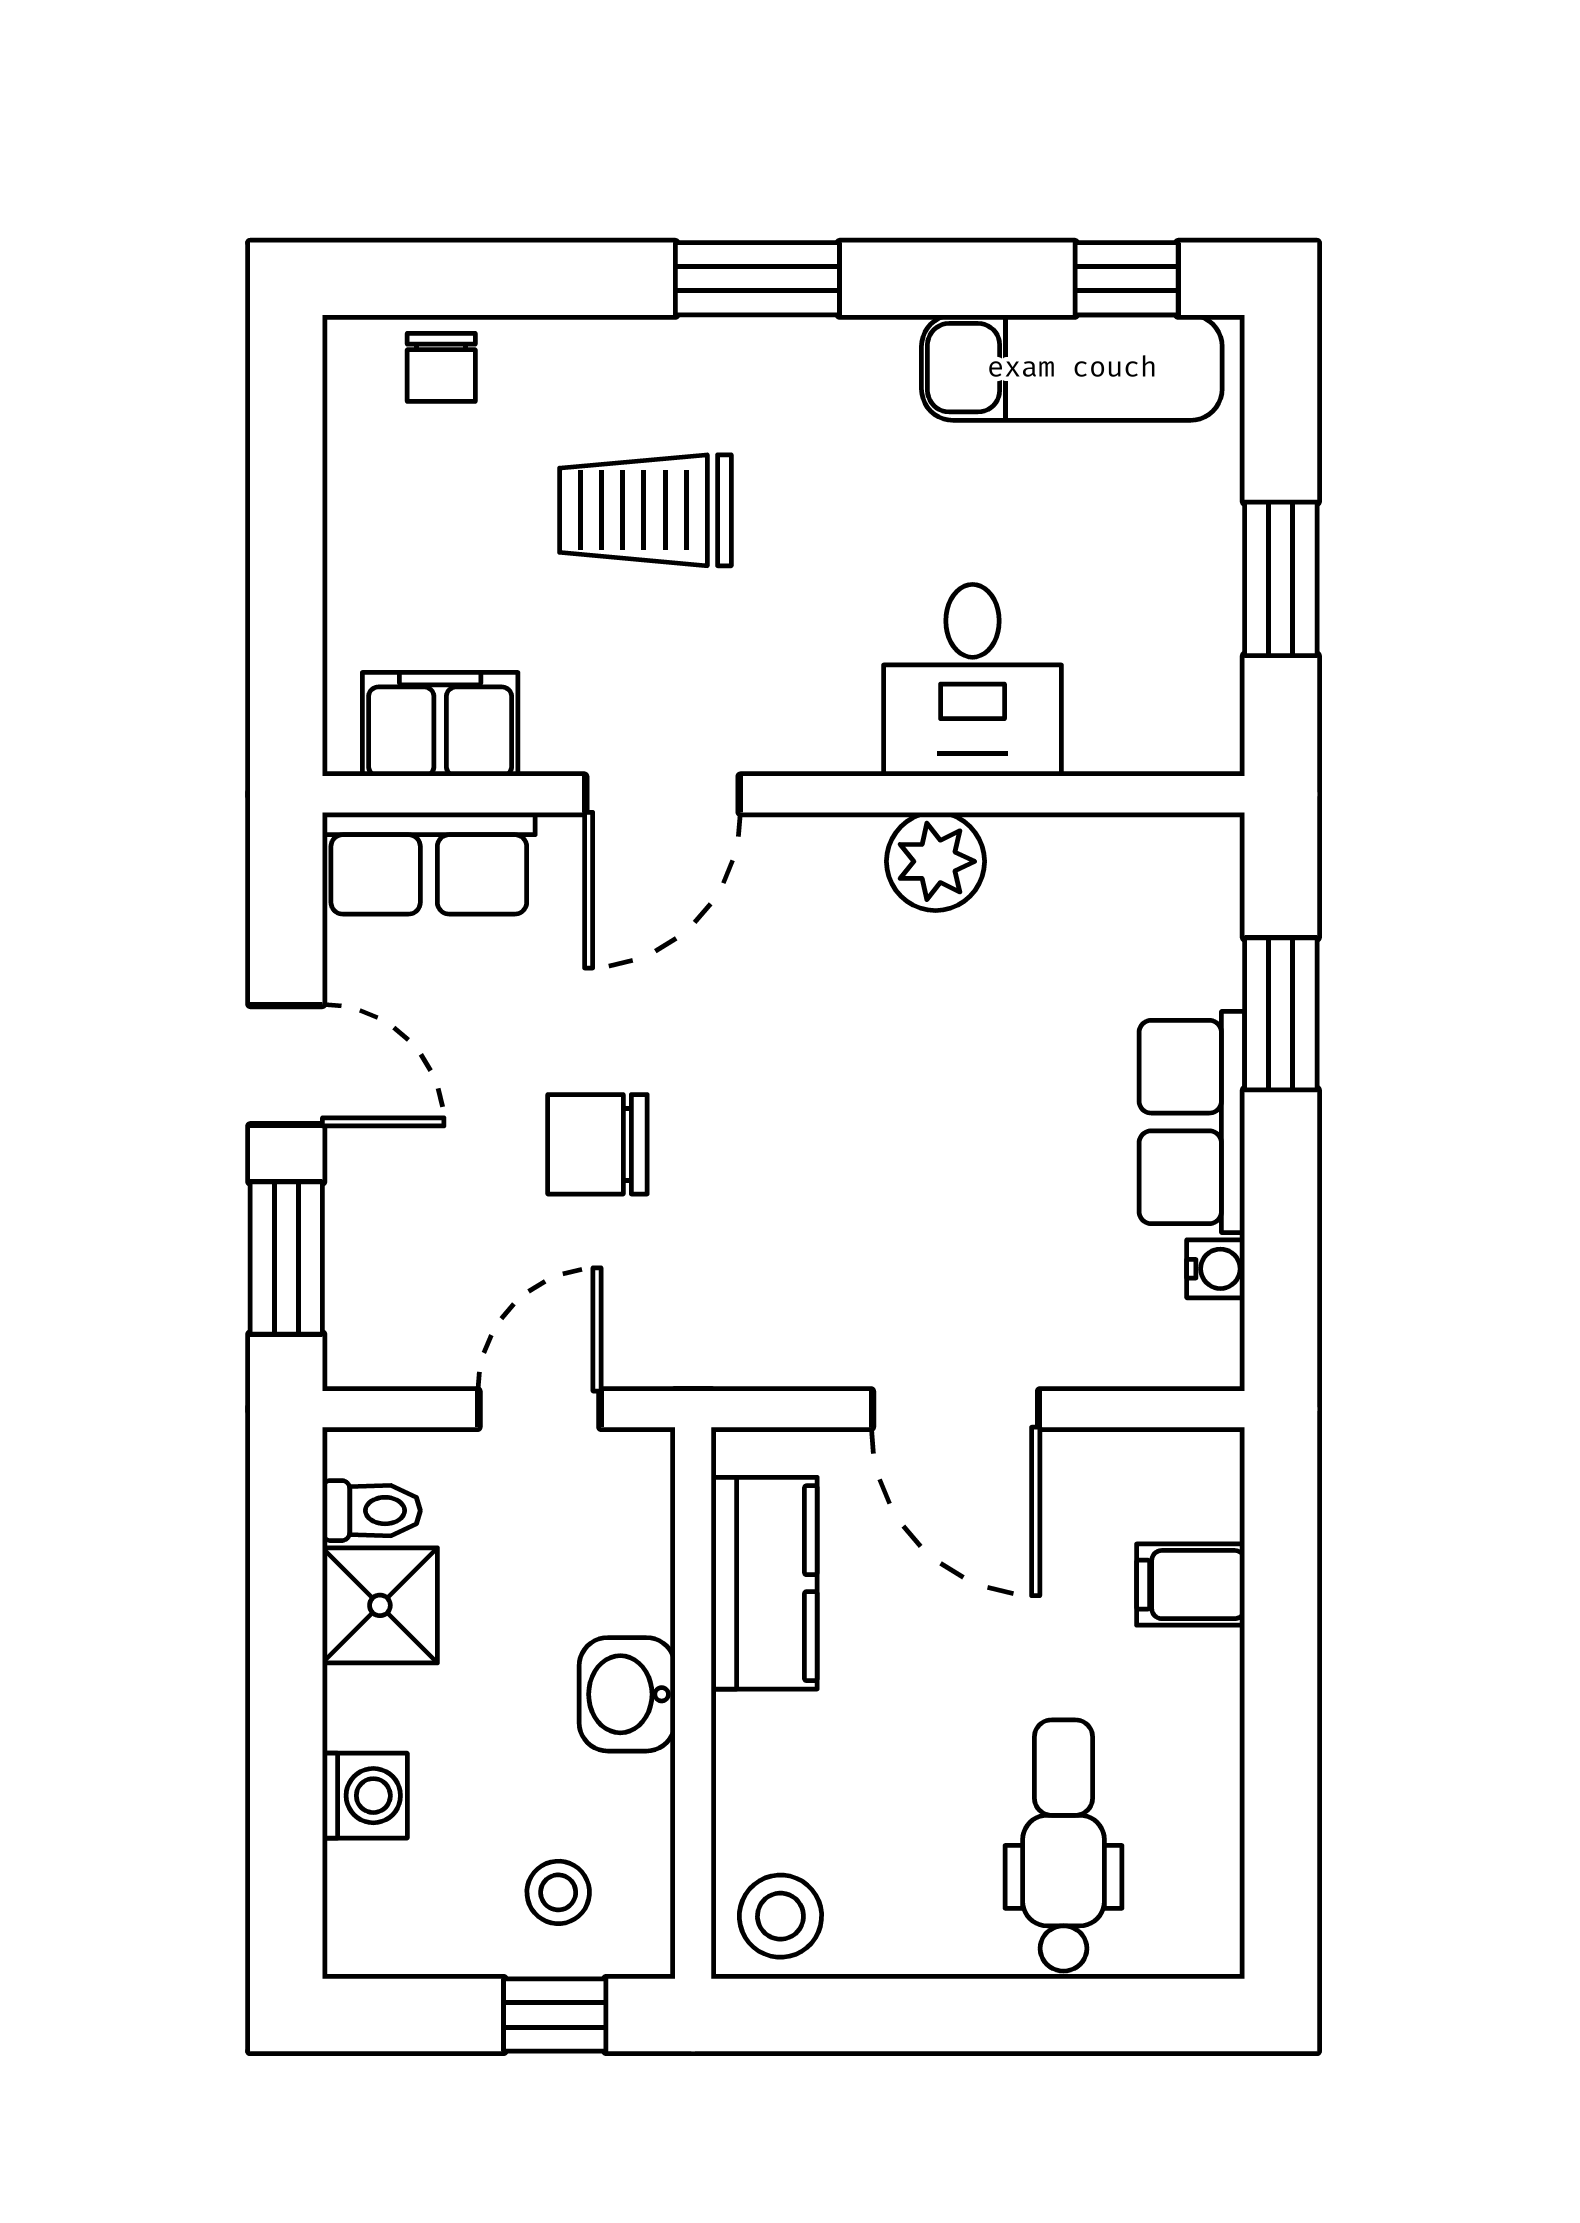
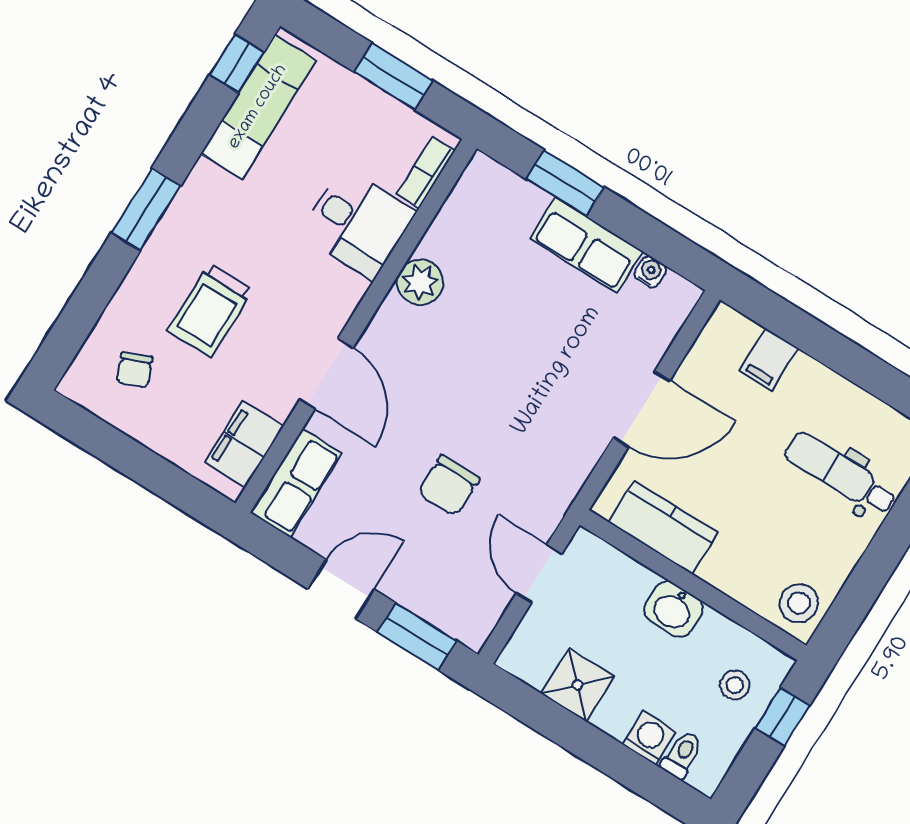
chair: (441, 367) -> (135, 370), moved, turned 67
bookcase: (1142, 747) -> (426, 173), added
toilet: (371, 1511) -> (682, 755), moved

